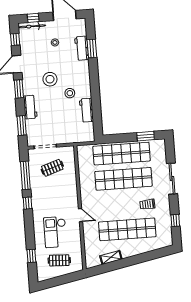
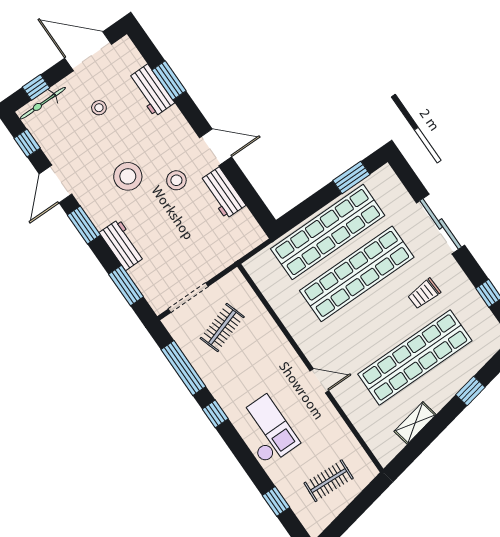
door: (95, 89) -> (215, 147), added
checkout: (55, 232) -> (266, 430), moved, turned 180
window: (143, 258) -> (470, 391), added

